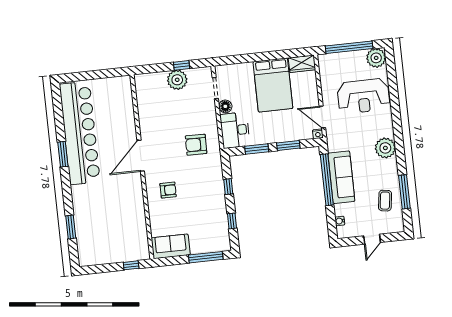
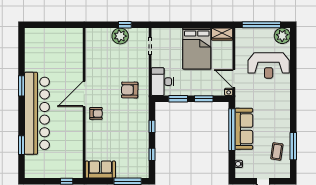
floor lamp: (225, 106) -> (157, 62), removed
bar counter: (80, 133) -> (37, 113), moved
plant: (385, 148) -> (282, 109), removed
armchair: (168, 190) -> (96, 113), moved

